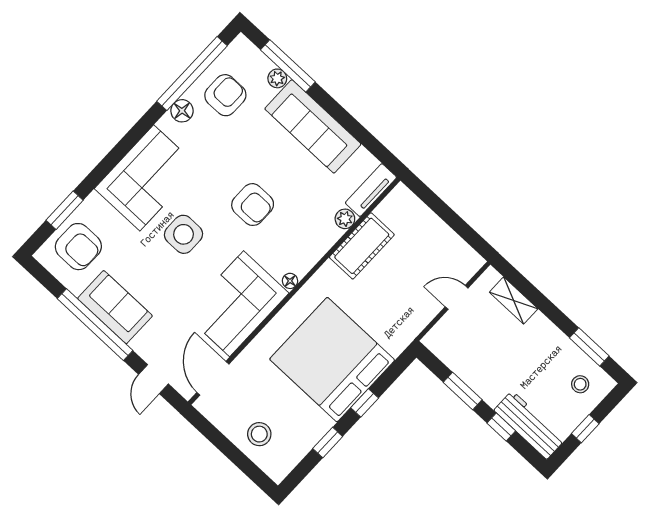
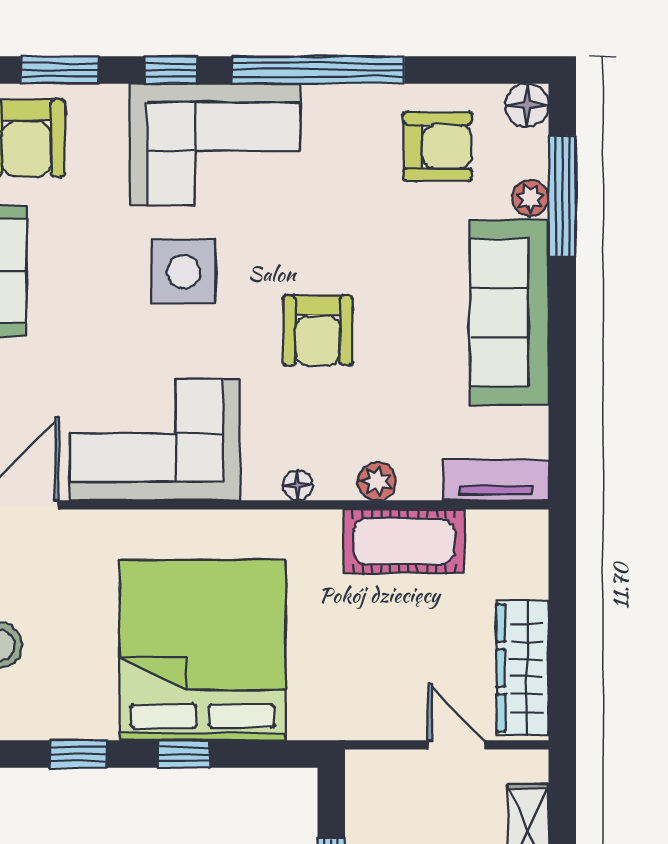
window: (192, 73) -> (318, 70), moved
floor lamp: (182, 111) -> (527, 105), moved
window: (103, 168) -> (171, 70), added
plant: (345, 219) -> (377, 481), moved
wardrobe: (451, 246) -> (523, 668), added
floor lamp: (290, 281) -> (298, 485), moved

